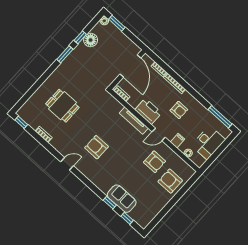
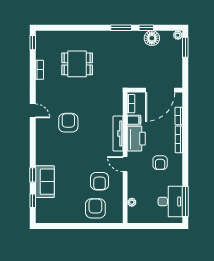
dining table: (62, 106) -> (77, 64), turned 90
filing cabinet: (178, 141) -> (134, 120), moved
desk: (208, 143) -> (170, 201), moved, turned -90

